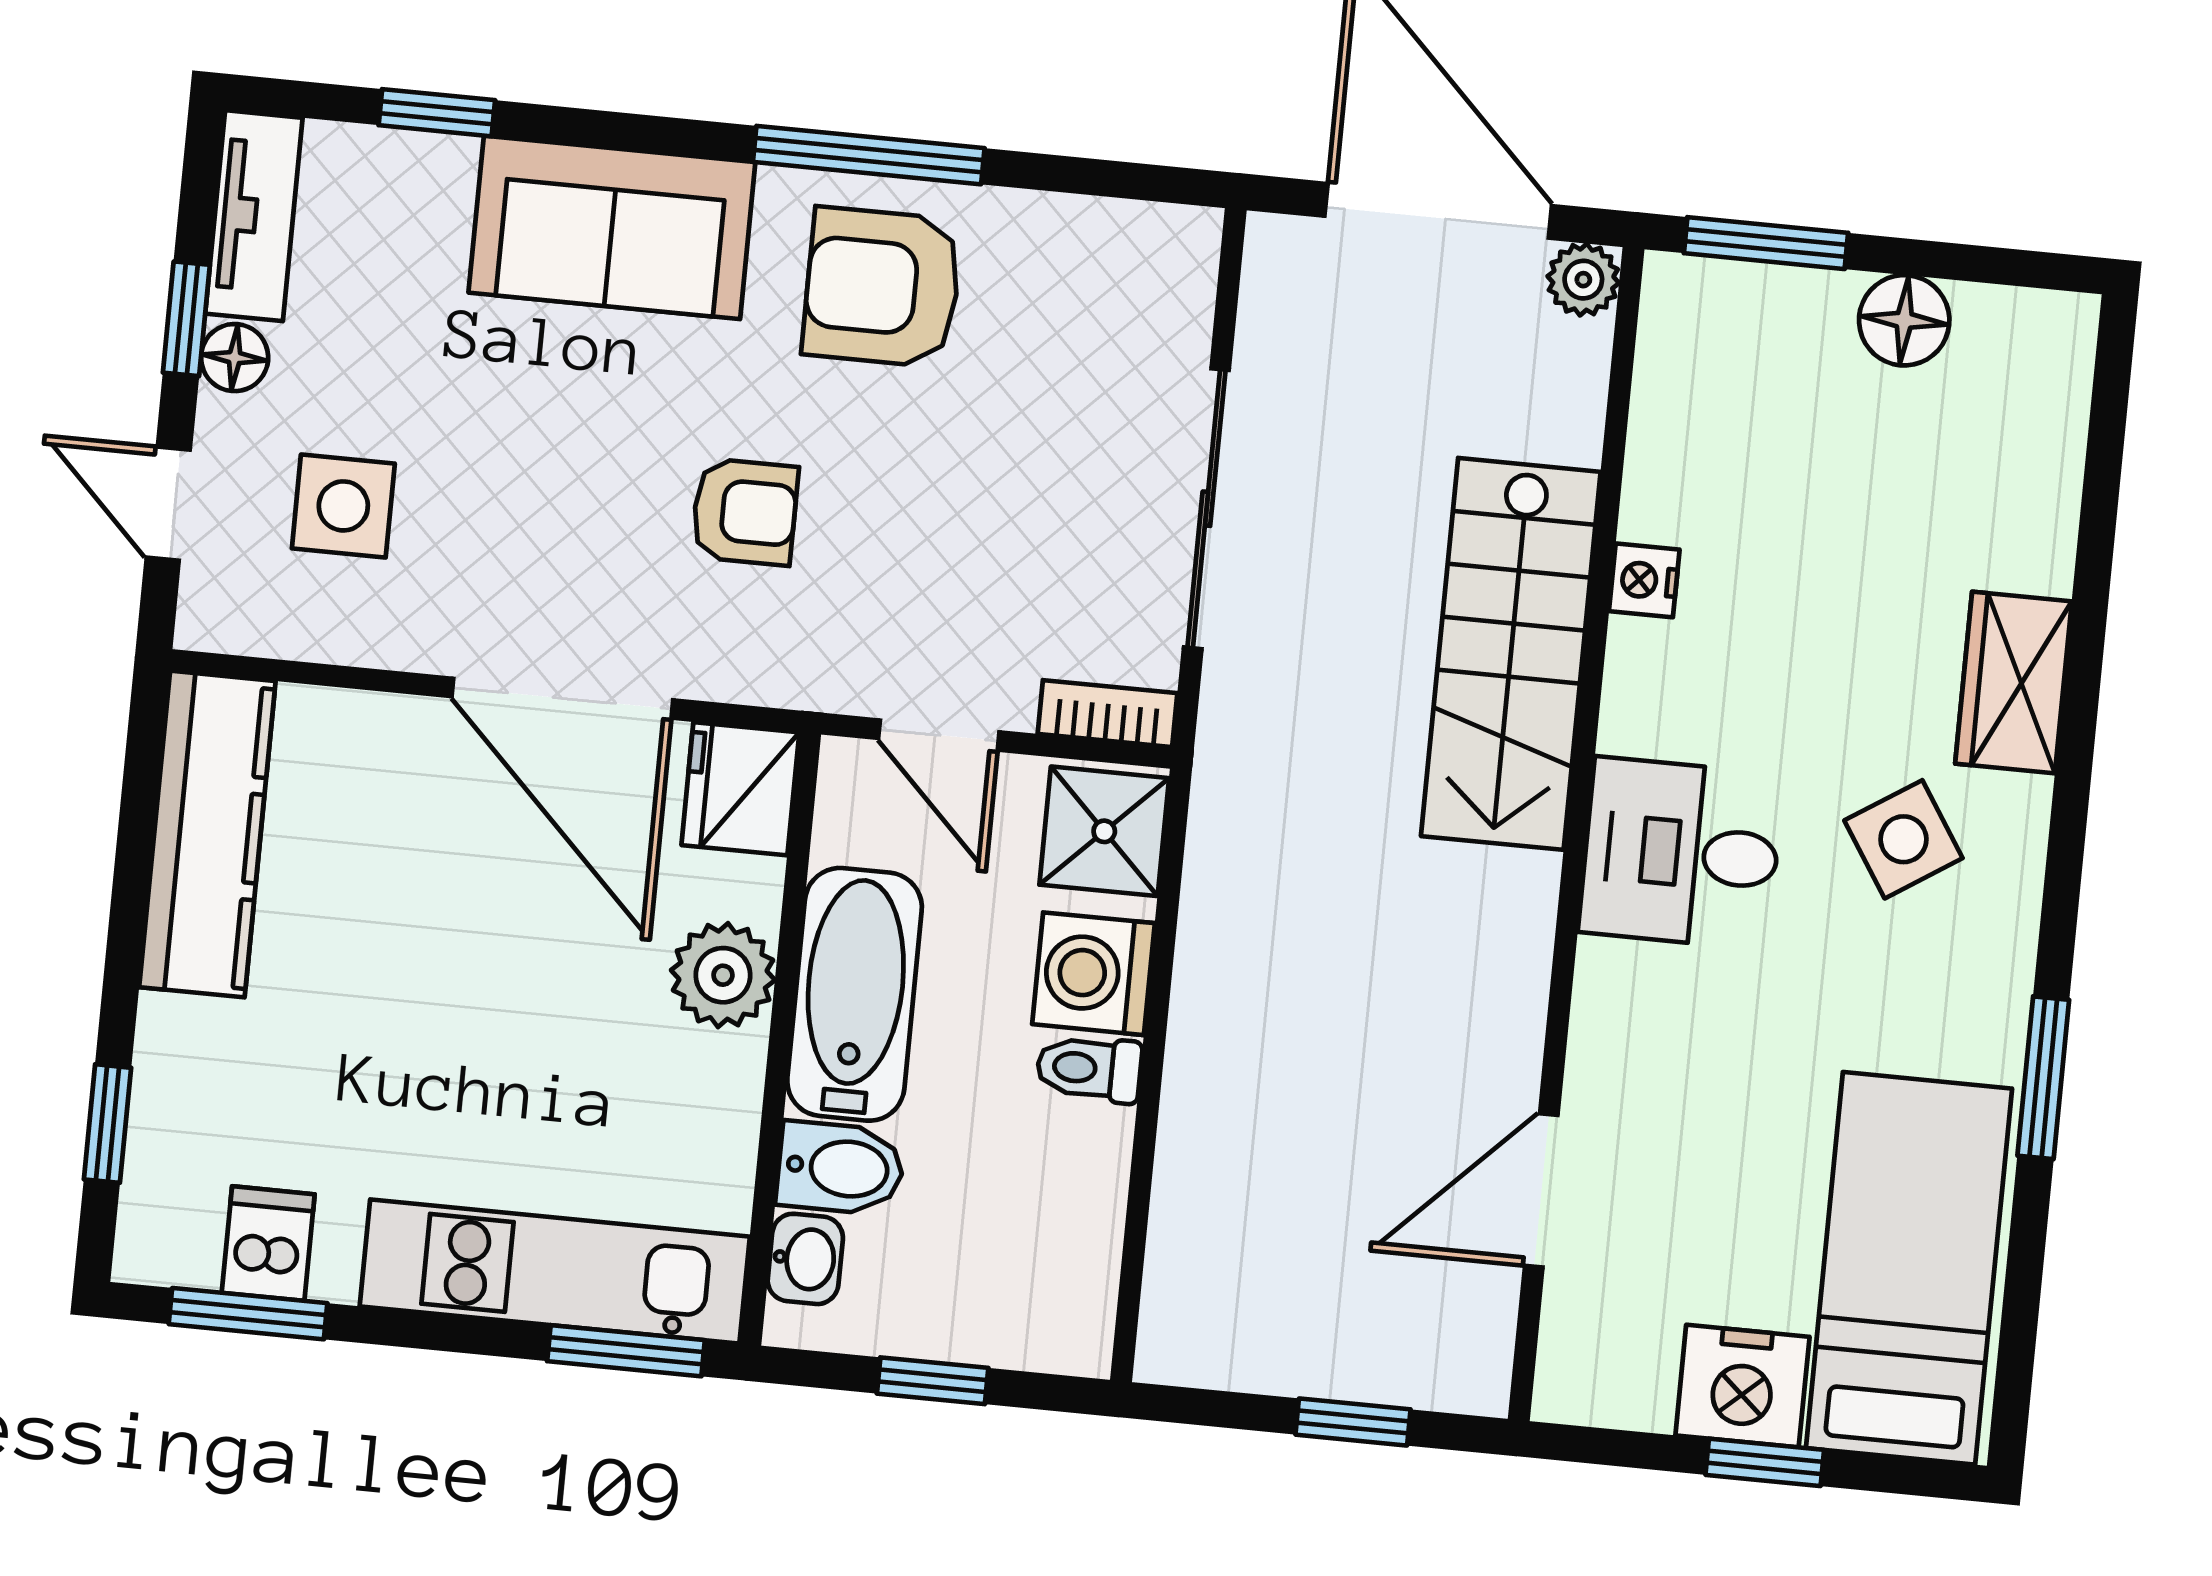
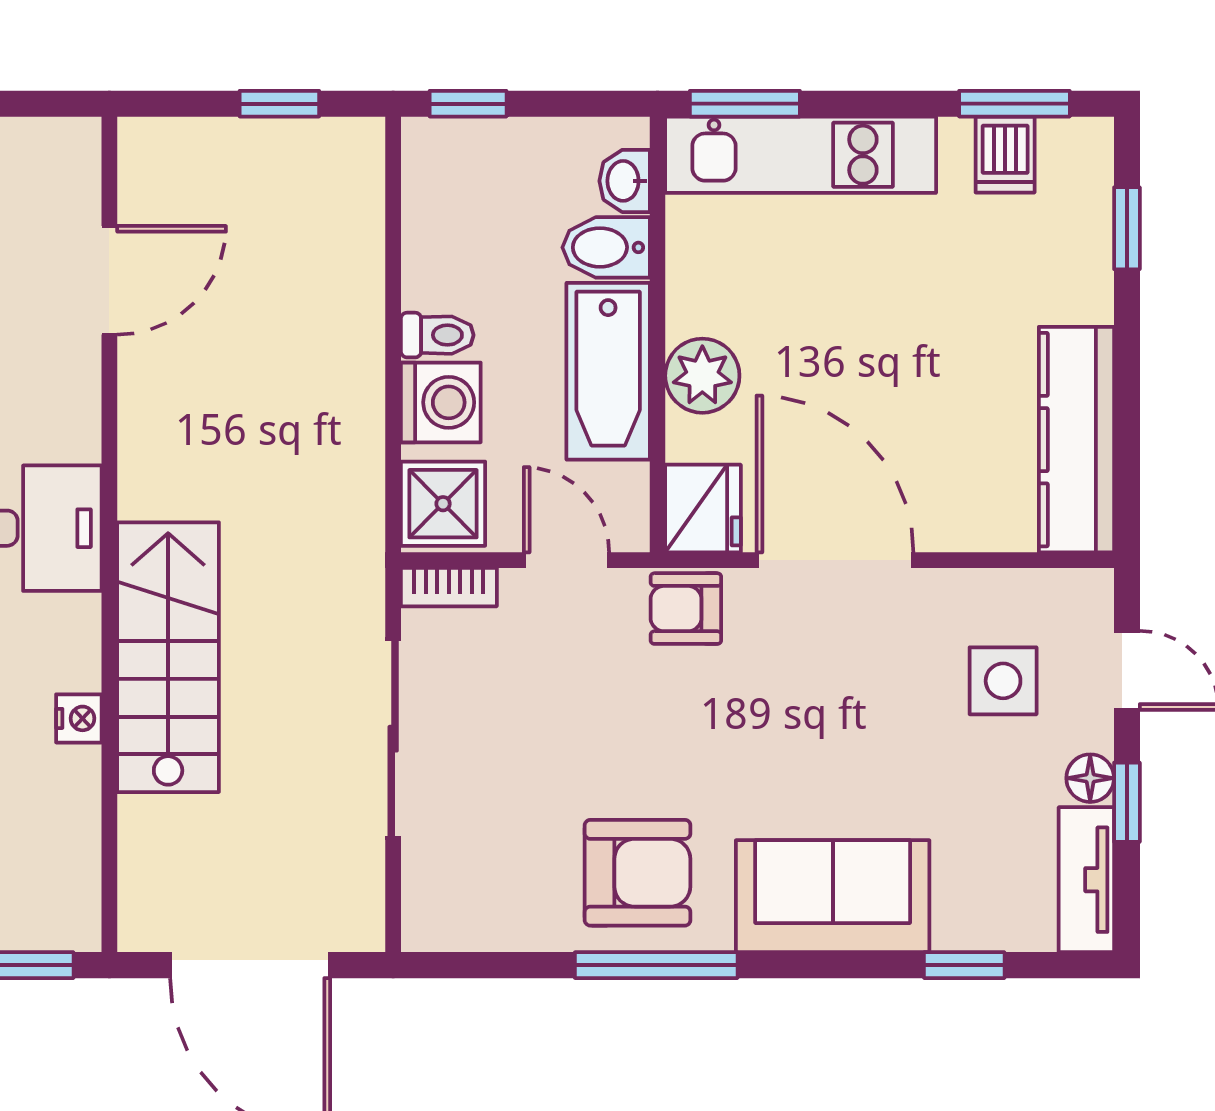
plant: (1583, 280) -> (143, 927), removed
armchair: (745, 512) -> (686, 609), moved
window: (933, 1381) -> (468, 104), moved
window: (1353, 1422) -> (279, 104), moved

